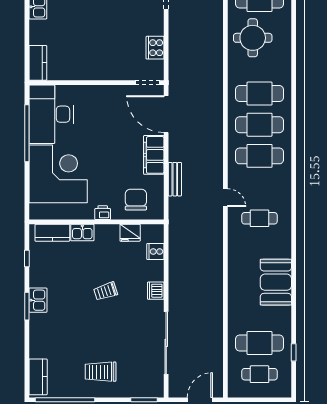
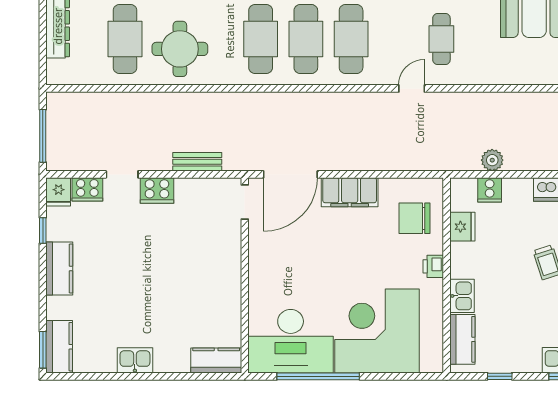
cooker: (155, 48) -> (157, 190), moved
bench: (175, 179) -> (197, 162), moved
plant: (176, 253) -> (492, 160), added

